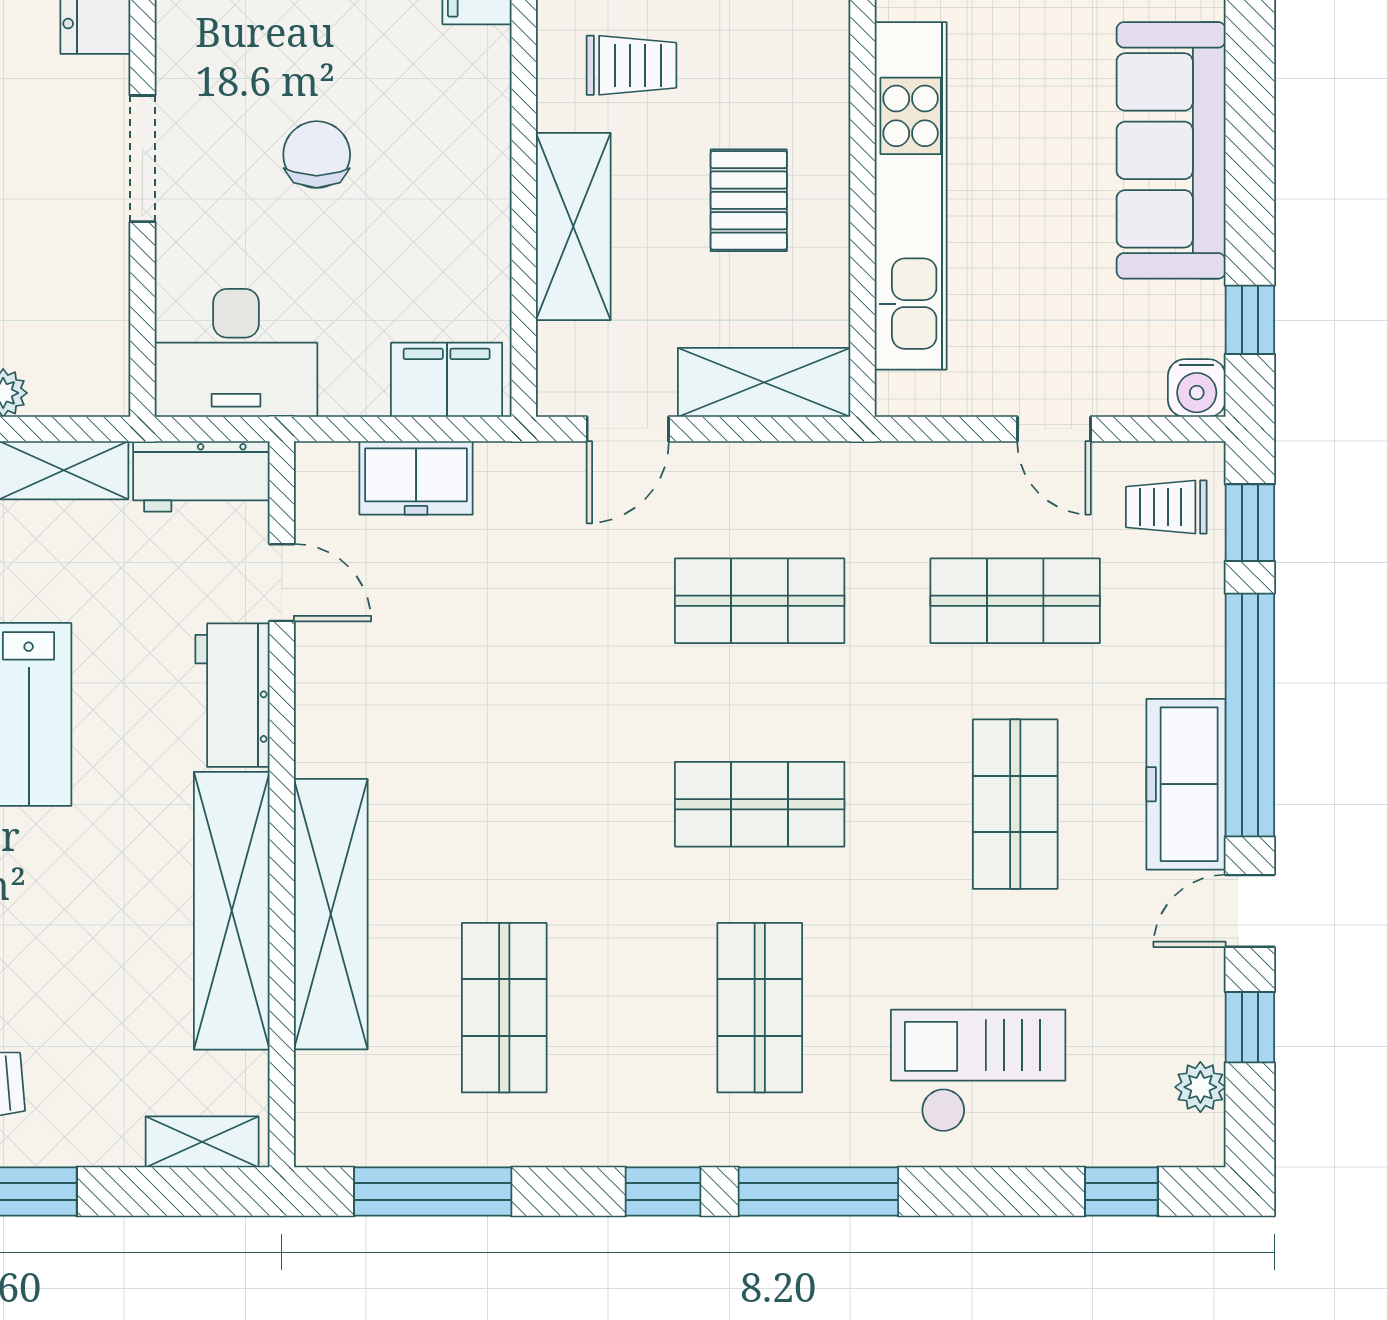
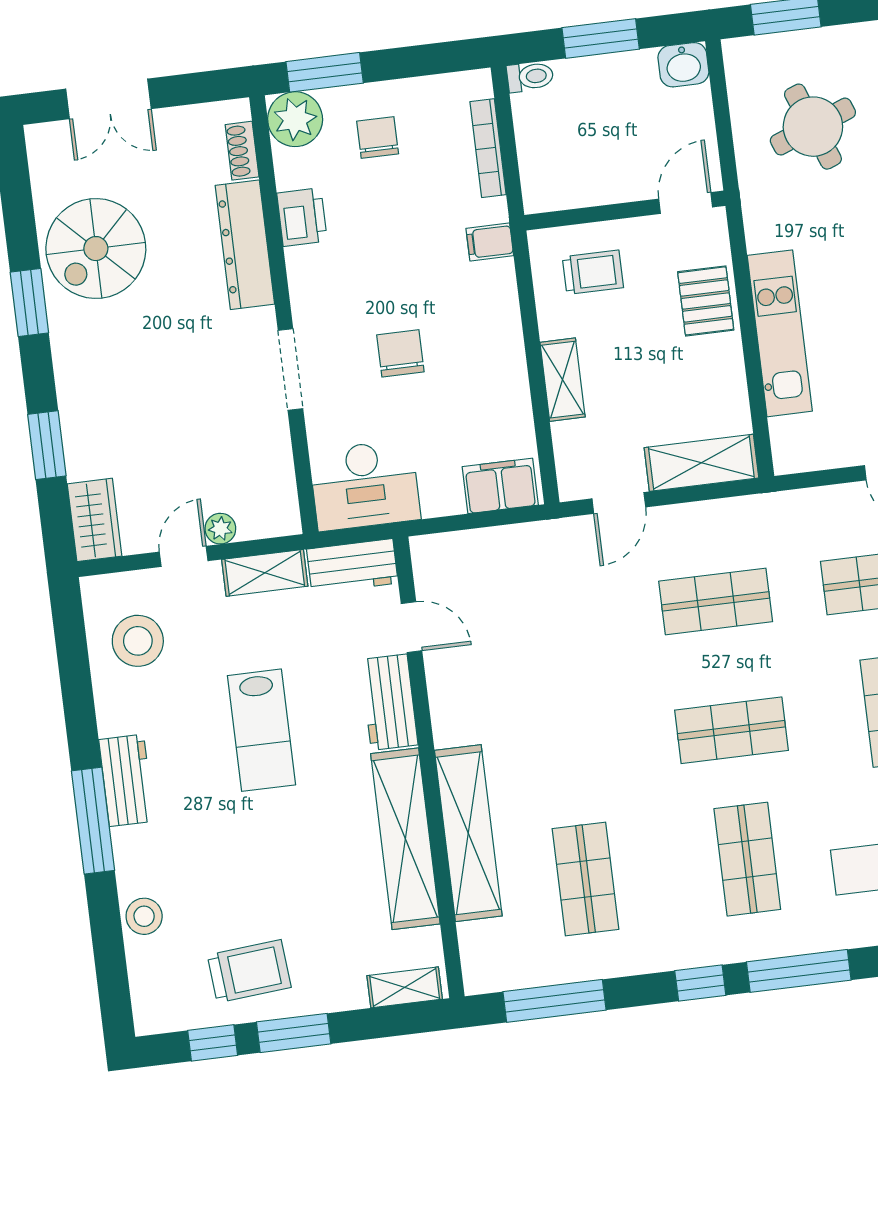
kitchen unit: (911, 196) -> (780, 333), width x0.73
pallet: (749, 200) -> (706, 301), moved
shelving: (573, 226) -> (563, 380), width x0.67, depth x0.75
freezer: (416, 478) -> (488, 550), removed

